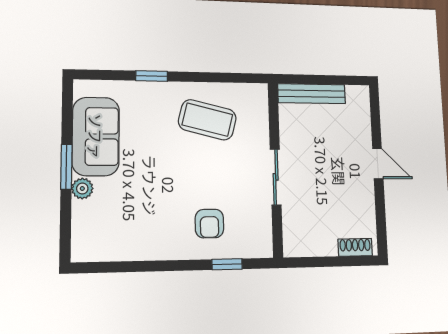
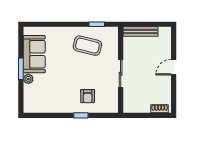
window: (152, 76) -> (97, 24), moved
door: (378, 164) -> (174, 67), swing flipped
window: (227, 264) -> (81, 115), moved

